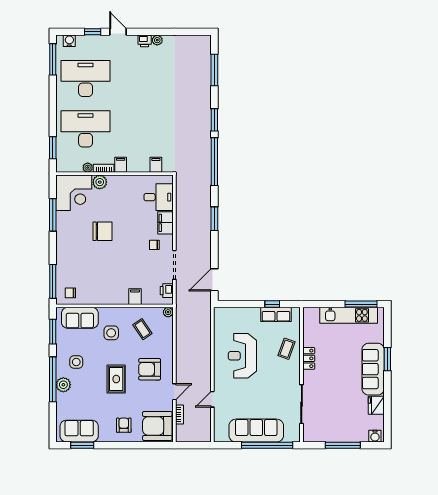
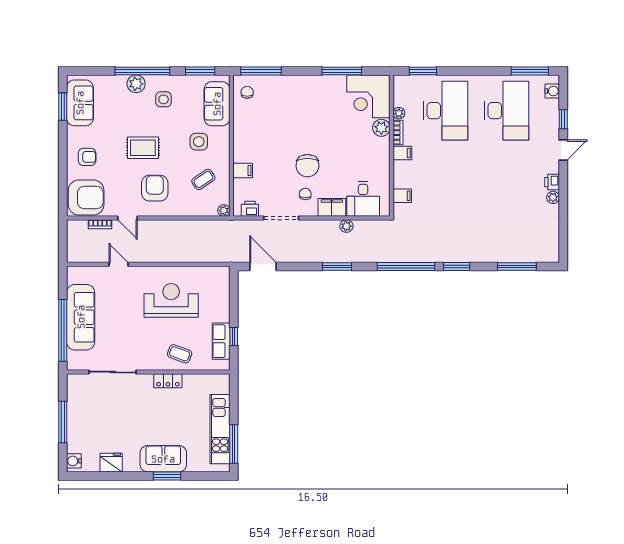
plant: (181, 211) -> (346, 226), added
chair: (103, 231) -> (307, 166), moved
sofa: (373, 369) -> (163, 459), width x0.73
armchair: (157, 426) -> (86, 197), turned 90

